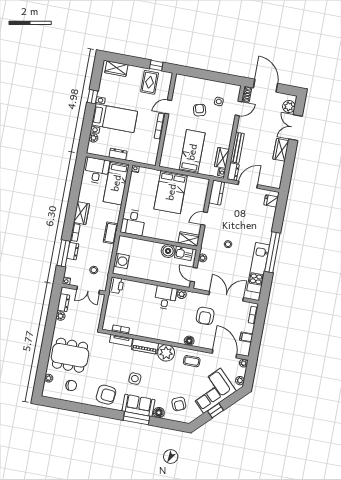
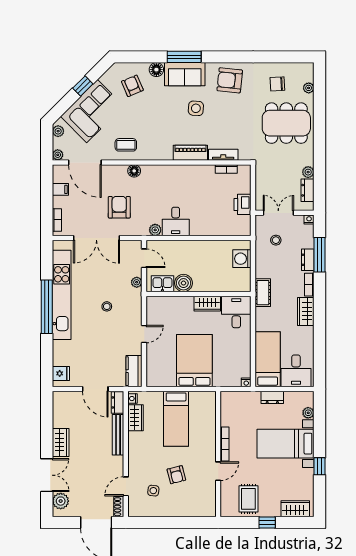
window: (156, 65) -> (267, 523), moved
door: (248, 185) -> (95, 389), hinge flipped
wardrobe: (189, 239) -> (207, 304), moved
kitchen unit: (258, 268) -> (62, 295), width x1.36
printer: (116, 285) -> (243, 204), moved
plant: (166, 353) -> (161, 149), removed

